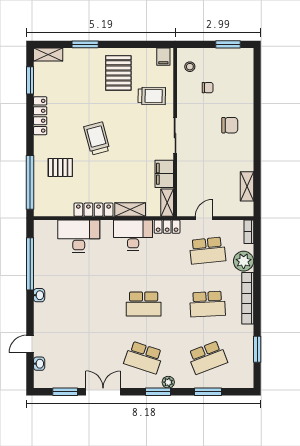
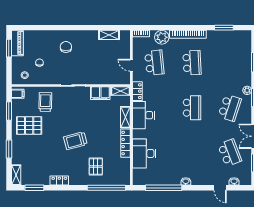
window: (139, 44) -> (9, 111), added
piano: (235, 56) -> (17, 43), added
locker: (40, 116) -> (59, 181), width x0.66
school desk: (207, 357) -> (230, 153), moved

